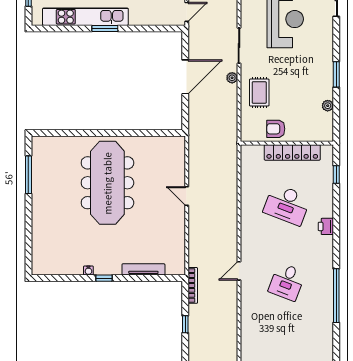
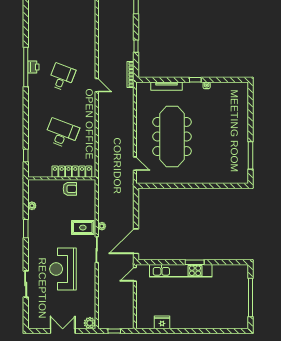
kitchen unit: (85, 17) -> (181, 271), moved
door: (185, 77) -> (136, 241), moved
rug: (259, 92) -> (83, 228), moved, turned 90
locker: (292, 152) -> (72, 172), moved
meeting table: (107, 183) -> (172, 137), moved
door: (187, 196) -> (135, 164), moved
printer: (326, 226) -> (33, 67), moved
door: (239, 271) -> (97, 85), hinge flipped

